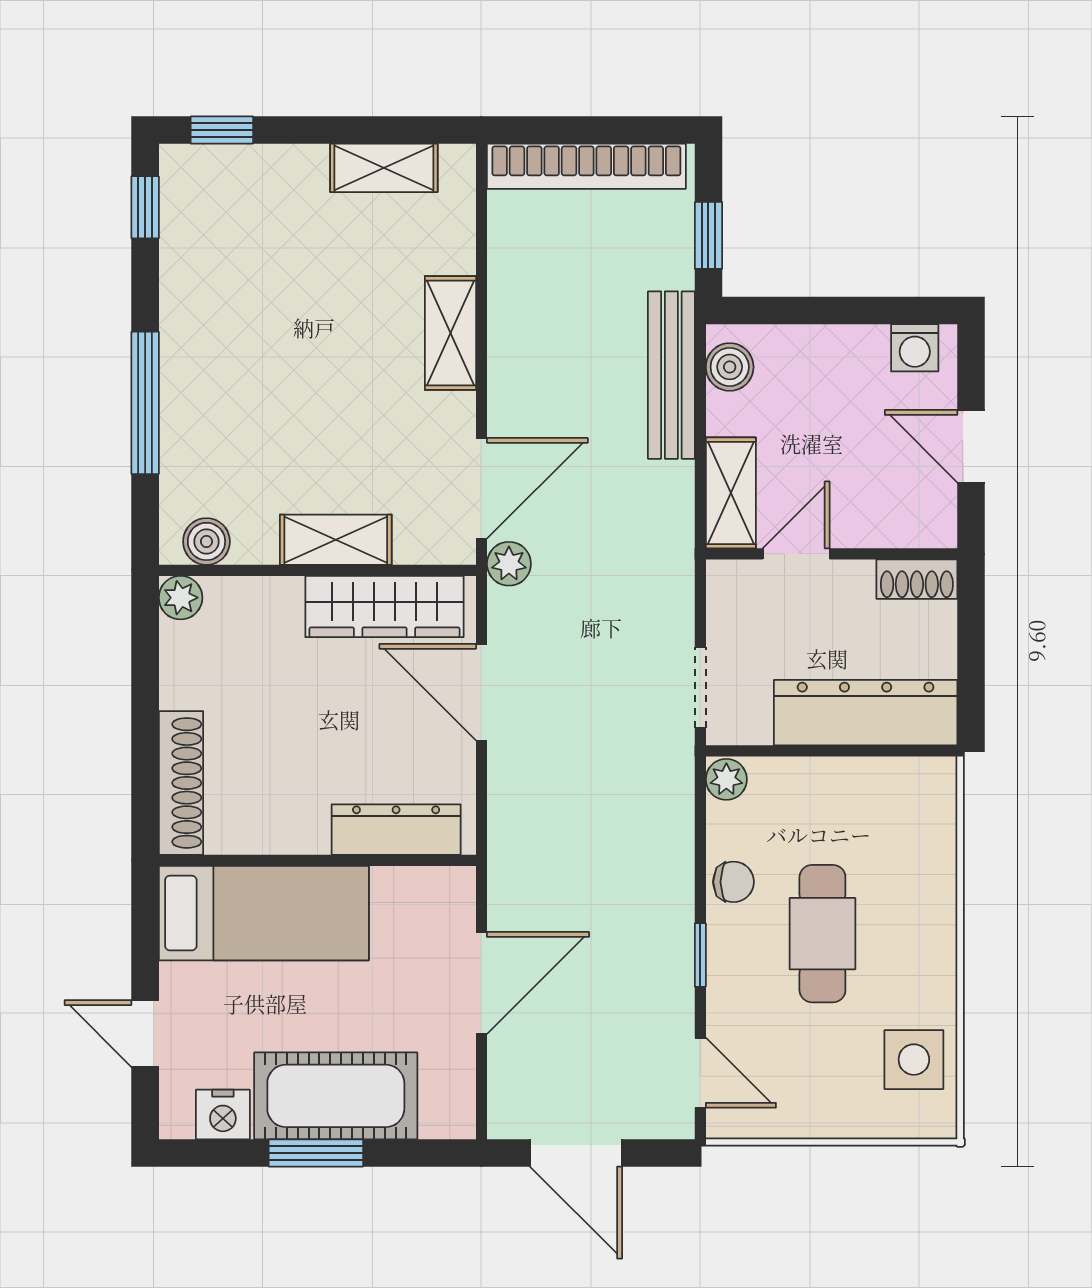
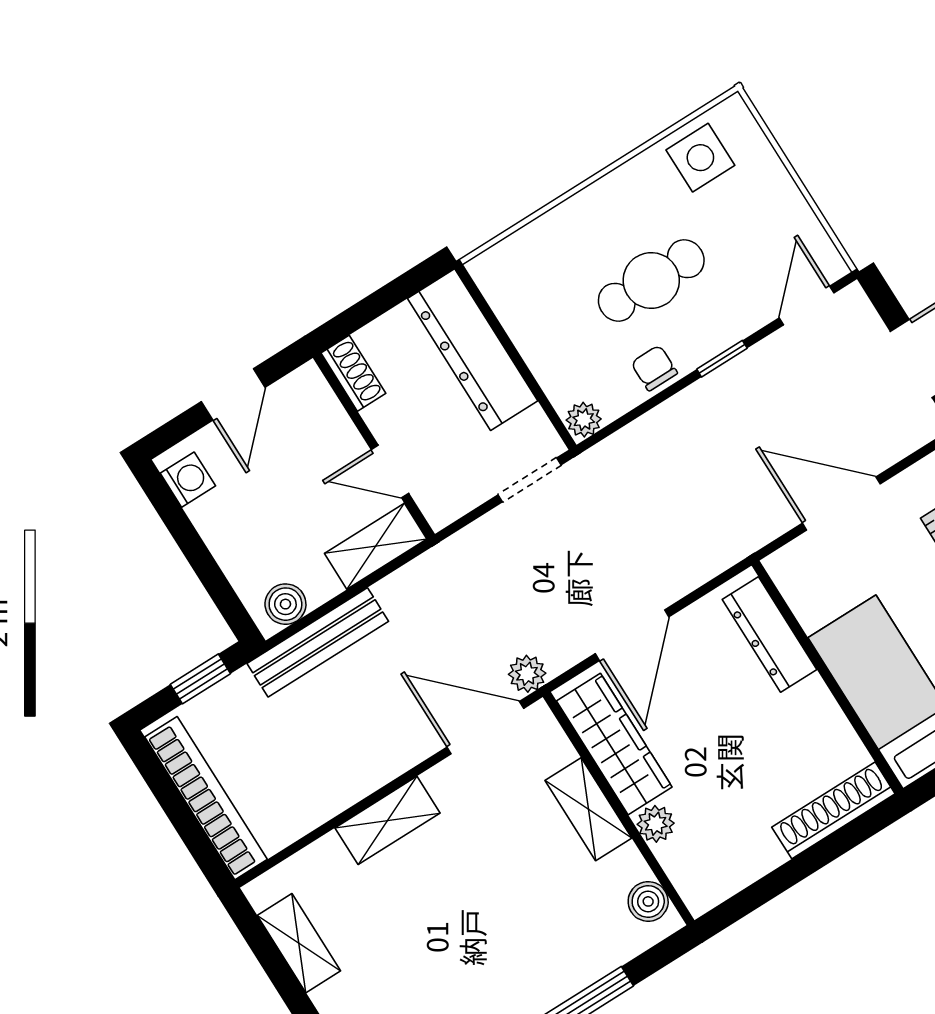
plant: (181, 598) -> (656, 824), moved

